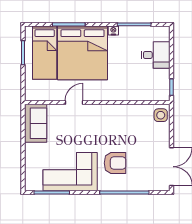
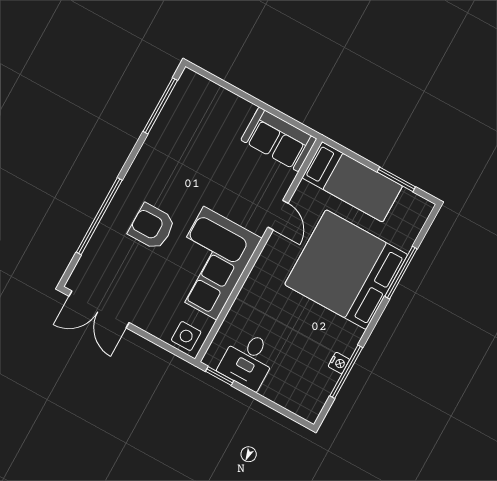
nightstand: (113, 31) -> (339, 363), moved
bed: (45, 53) -> (352, 182), moved, turned 180
desk: (156, 55) -> (248, 360), moved
armchair: (115, 163) -> (152, 227), turned 90
corner sofa: (70, 172) -> (210, 263), moved, turned 180

